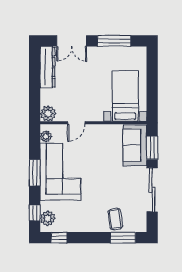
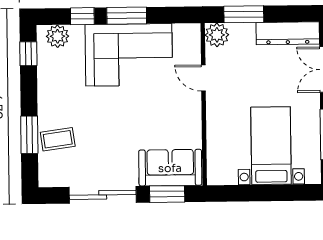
window: (35, 96) -> (244, 14), added
bed with nightstands: (125, 96) -> (271, 146), moved, turned -90
plant: (46, 136) -> (182, 32), removed
window: (35, 213) -> (82, 16), moved
window: (123, 238) -> (29, 135), moved

